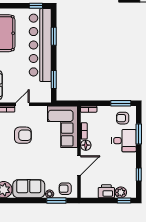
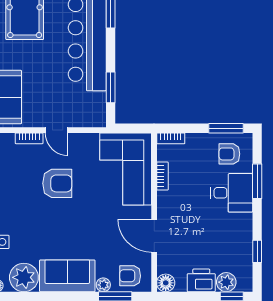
door: (23, 104) -> (57, 130), swing flipped
floor lamp: (86, 145) -> (166, 283), moved
door: (79, 165) -> (154, 236), swing flipped

